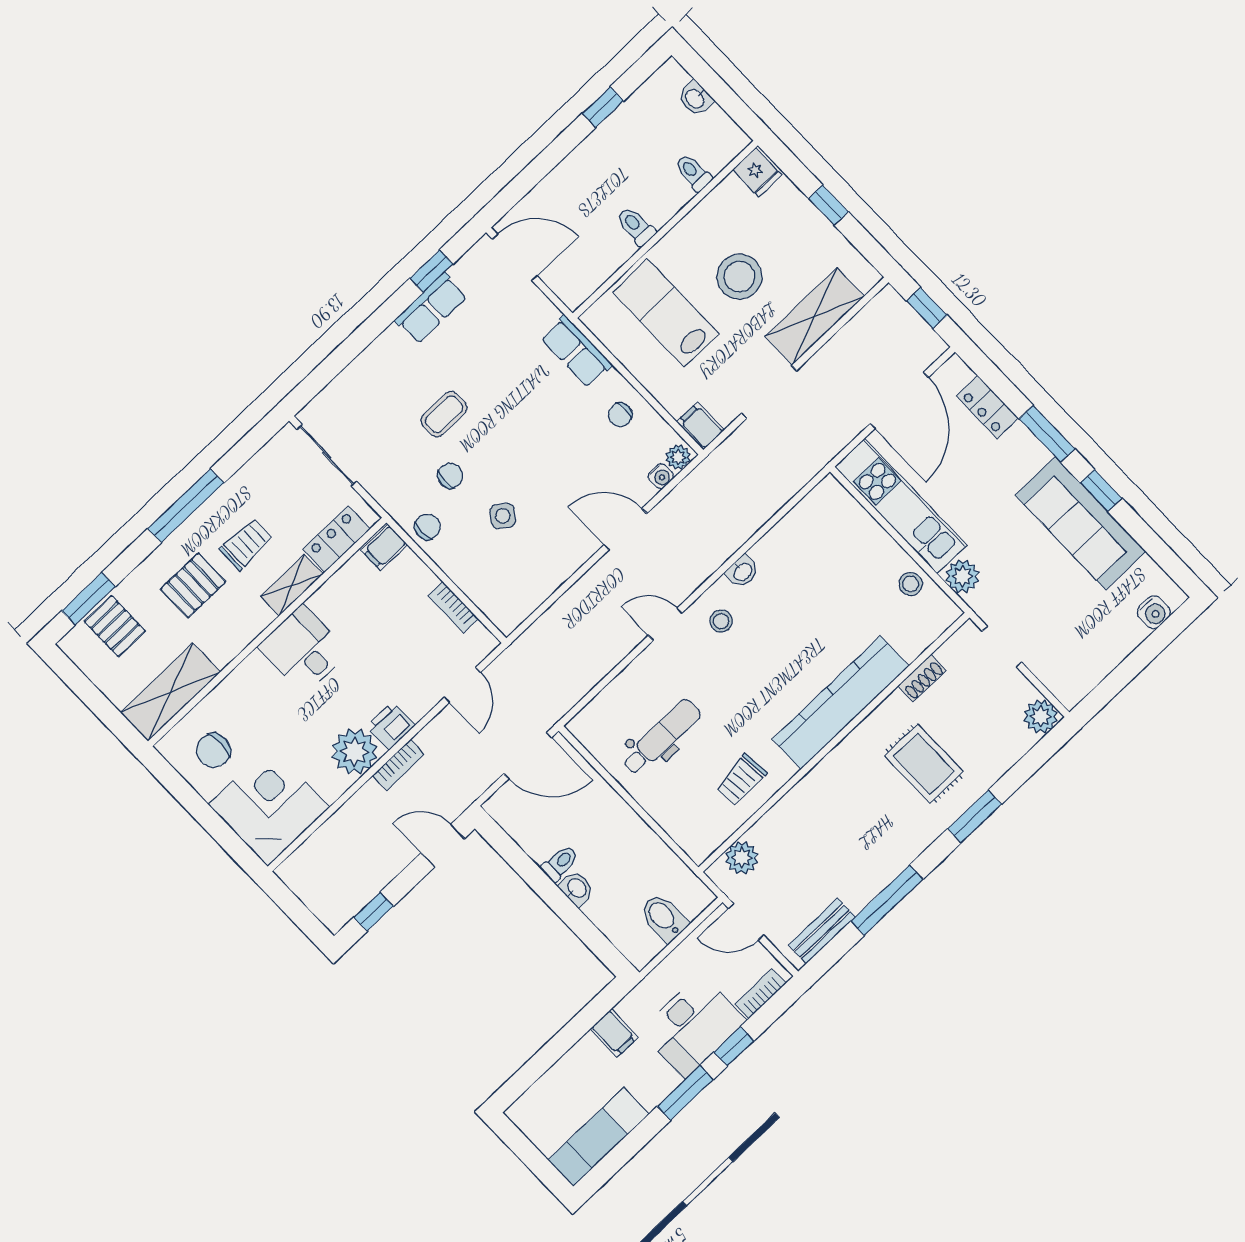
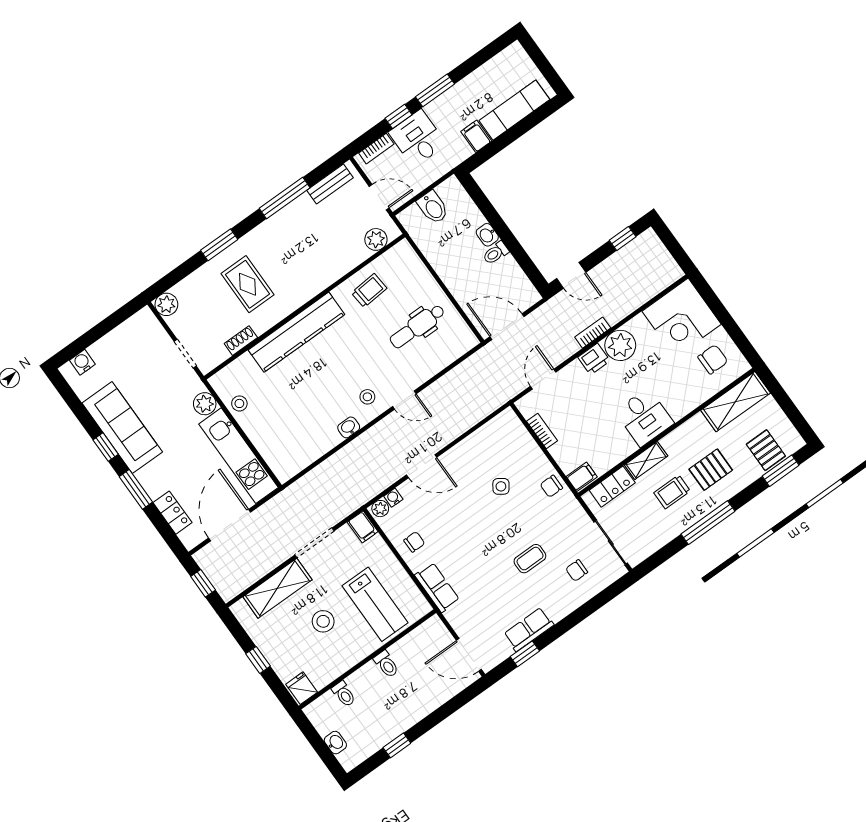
stool: (739, 277) -> (323, 621), width x0.73, depth x0.73
chair: (450, 476) -> (577, 570), moved
desk: (693, 1026) -> (417, 138), width x0.73
exam couch: (599, 1137) -> (514, 110), moved, turned 180

